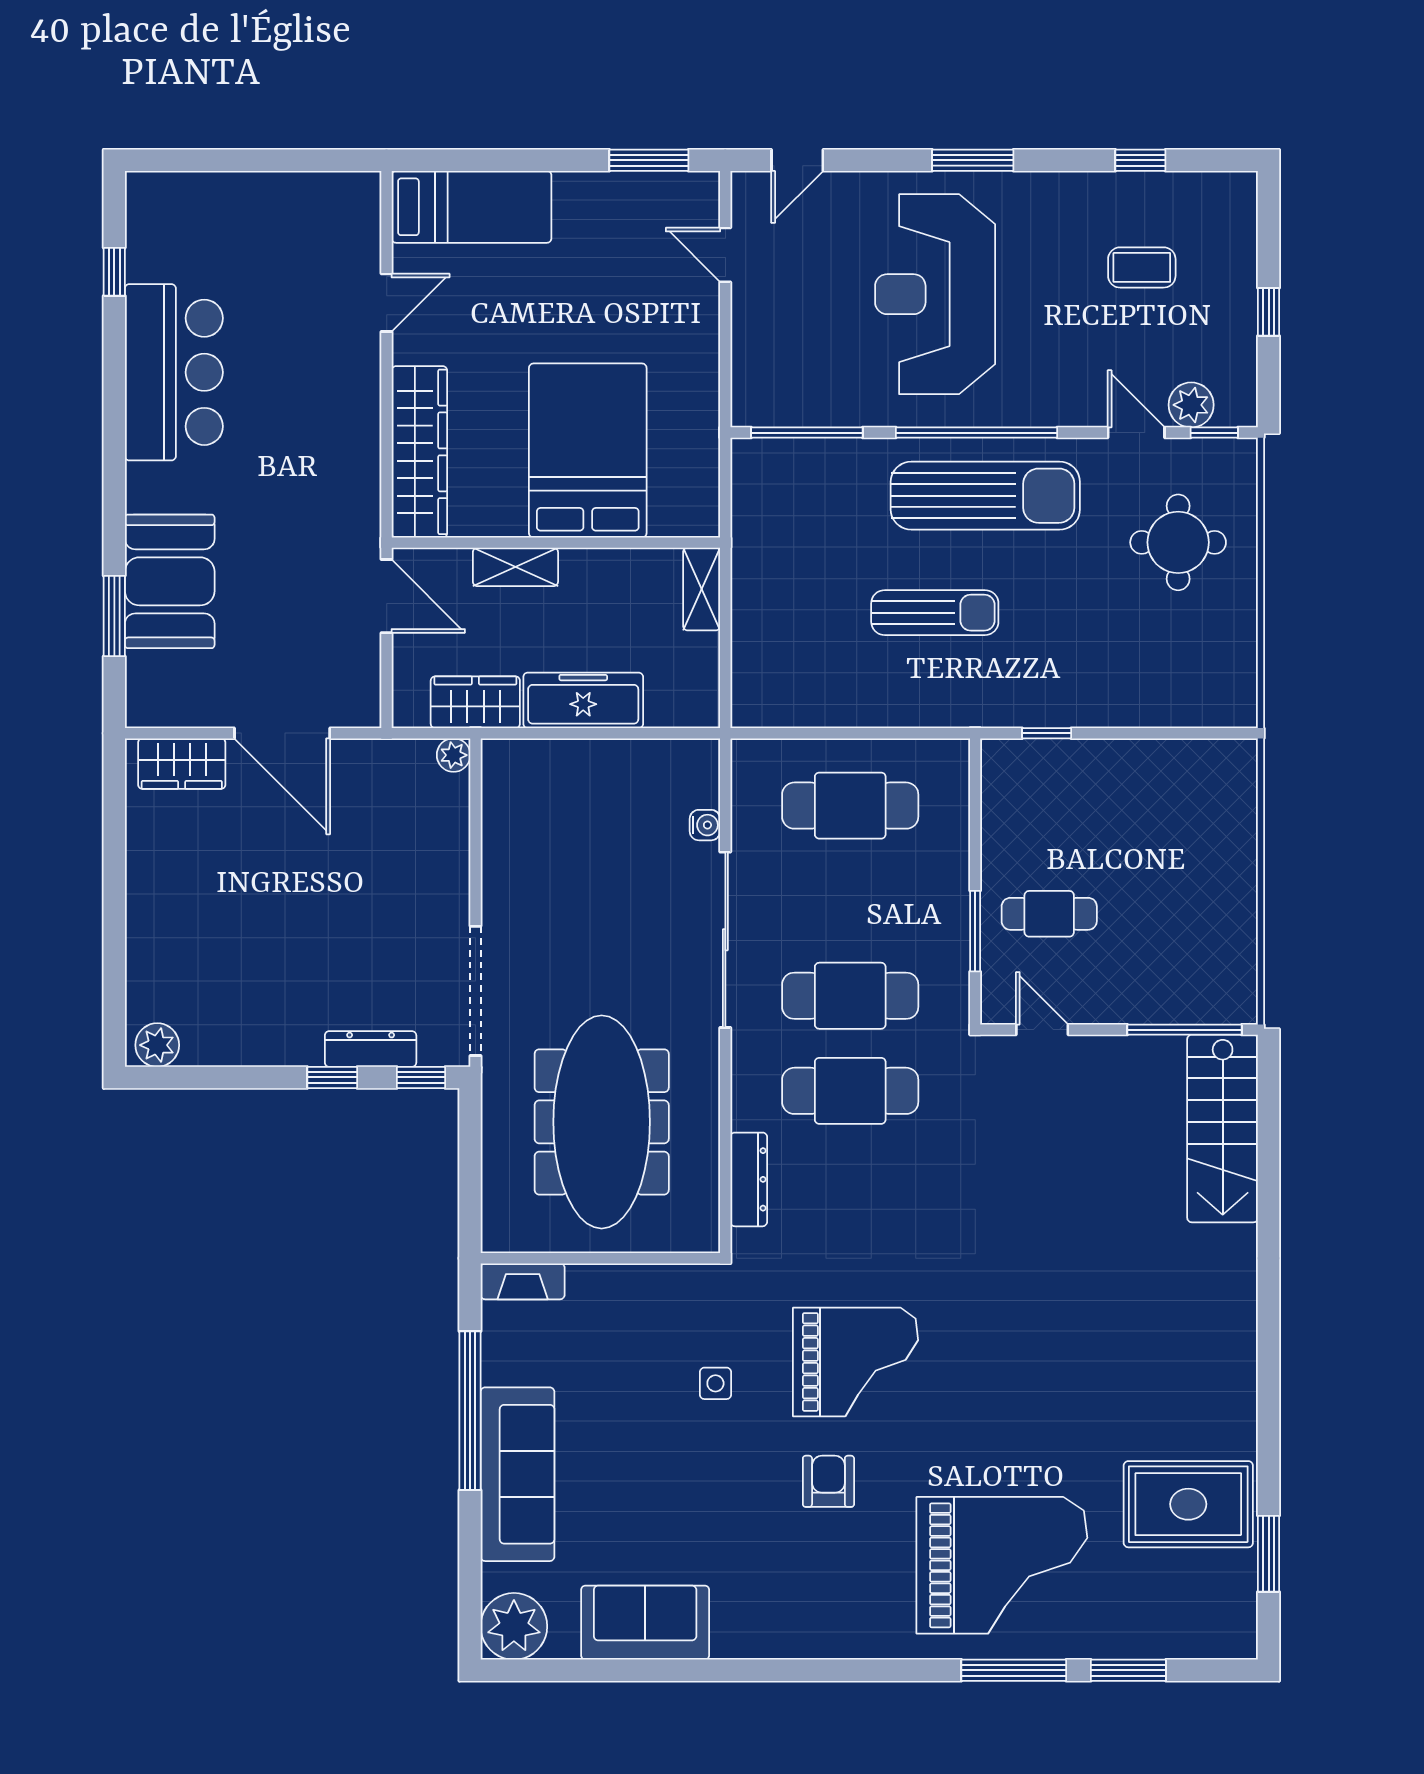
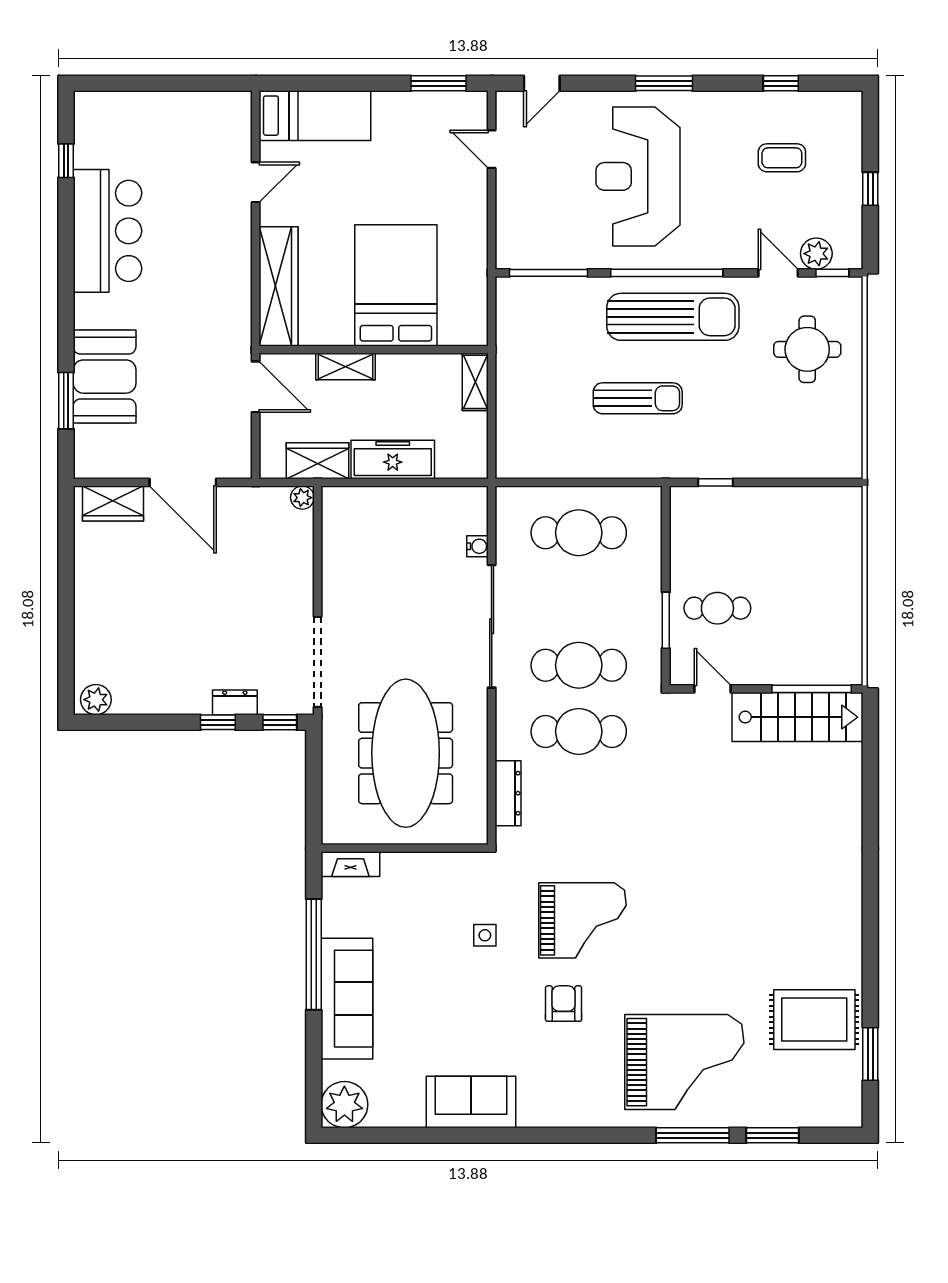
dresser: (371, 1049) -> (235, 702), width x0.70
stairs: (1223, 1128) -> (798, 717), moved, turned -90
sofa: (645, 1623) -> (471, 1102), moved

